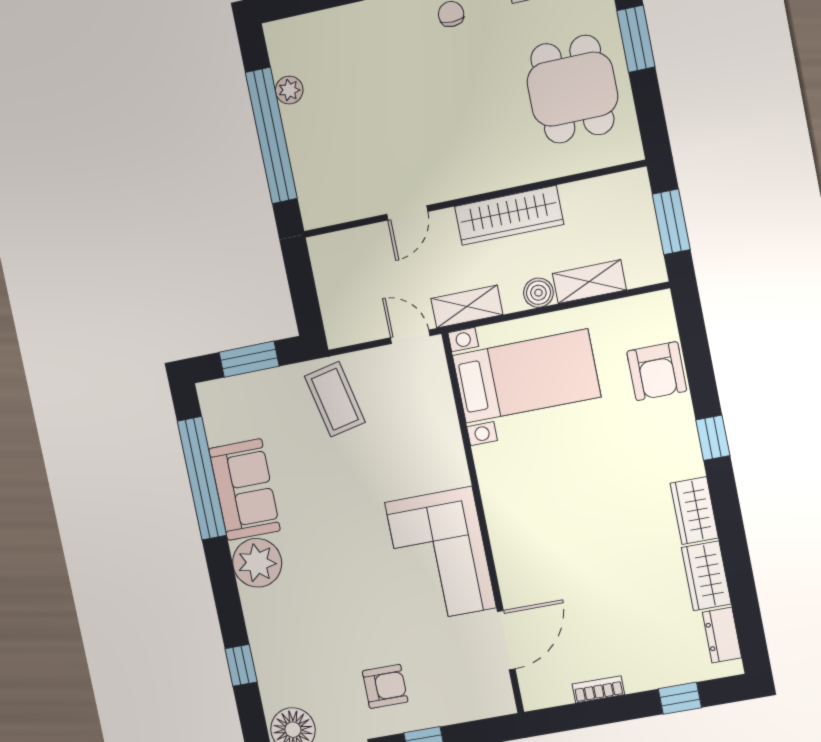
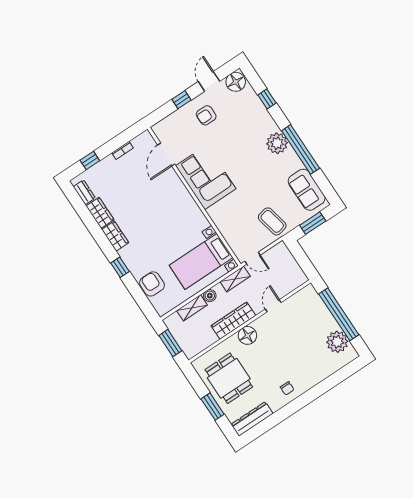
plant: (289, 90) -> (337, 342), width x1.88, depth x1.88
floor lamp: (491, 169) -> (247, 335), added
window: (202, 478) -> (301, 149), moved
sofa: (245, 490) -> (307, 190), moved

